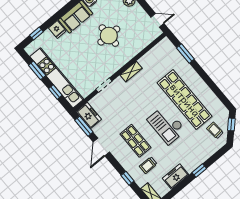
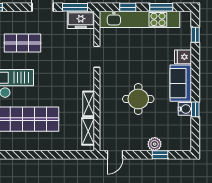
shelving: (157, 50) -> (88, 131), added
window: (185, 54) -> (64, 155), removed
shelving: (131, 72) -> (89, 104), moved

